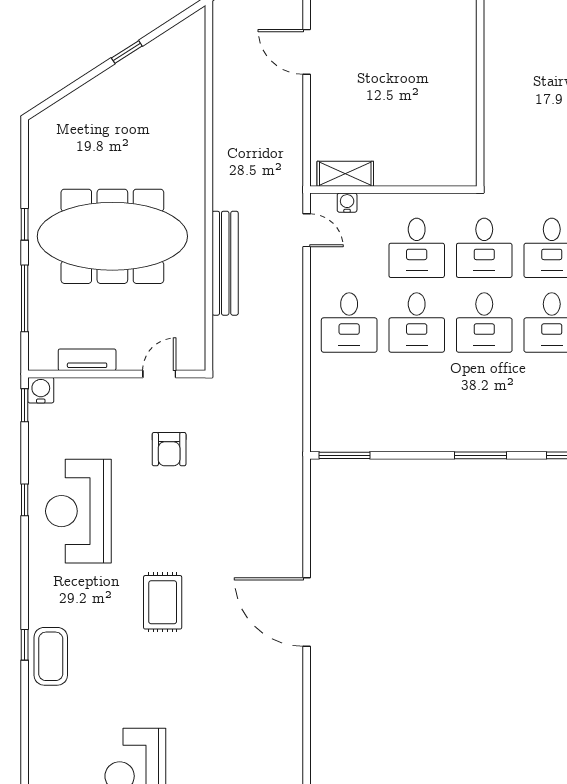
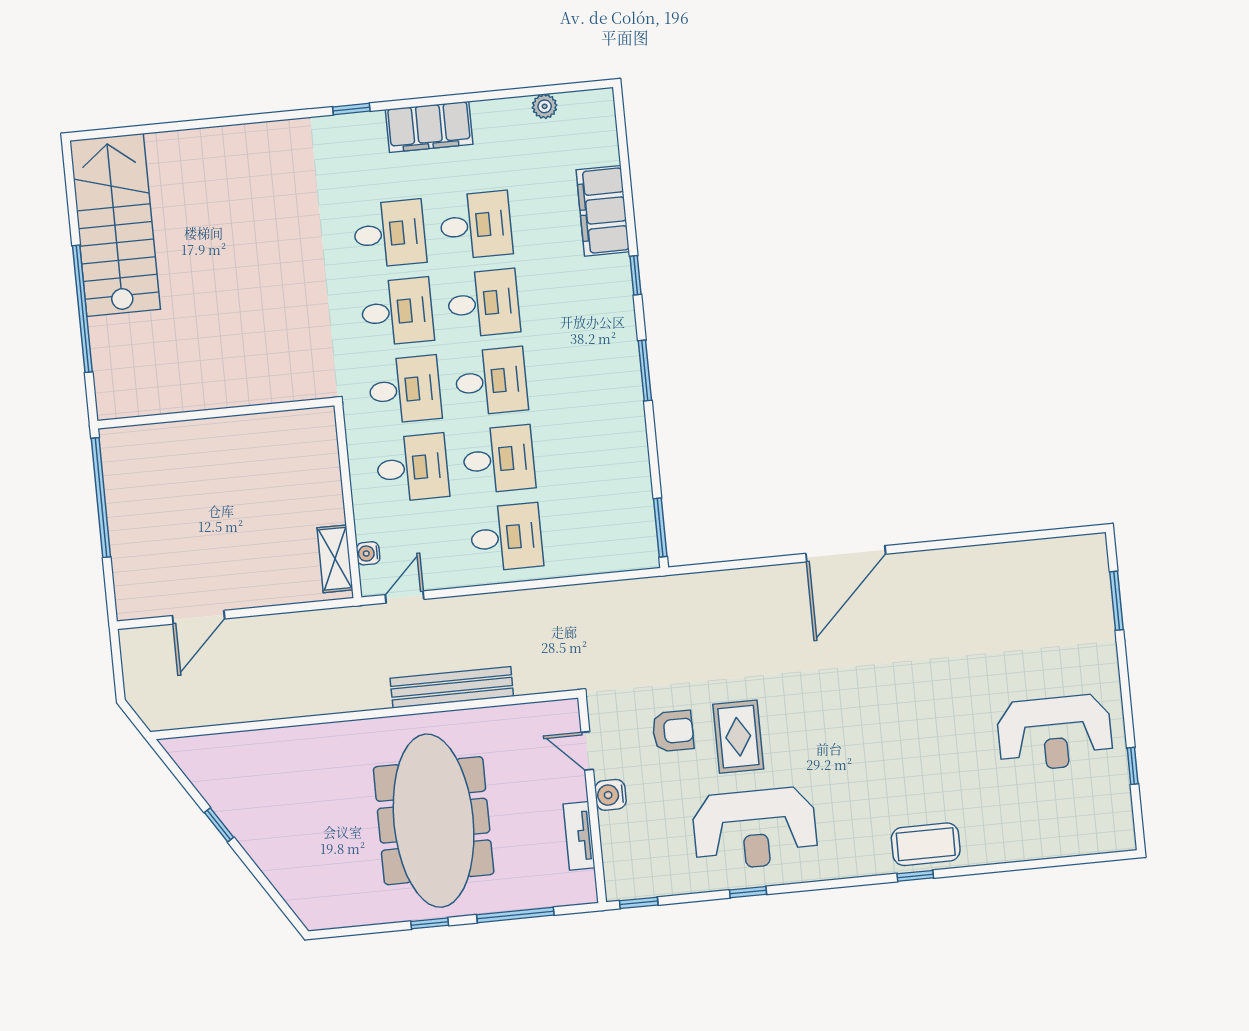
water cooler: (41, 390) -> (610, 795), moved
rug: (163, 602) -> (738, 737), moved, turned 90

